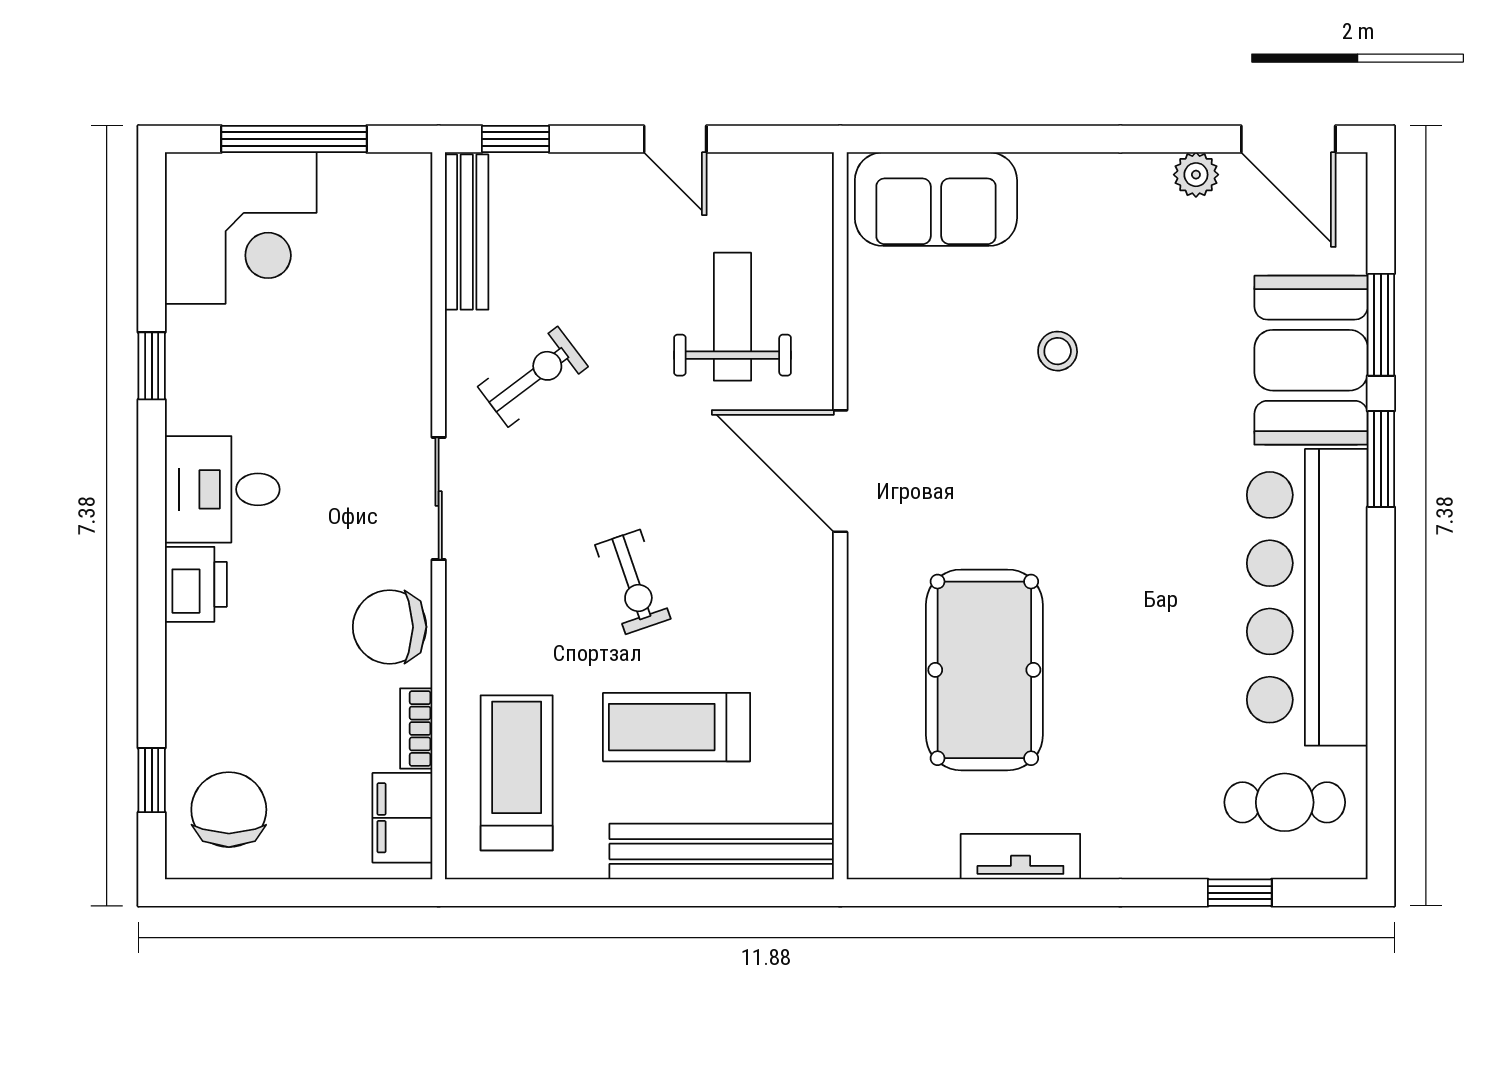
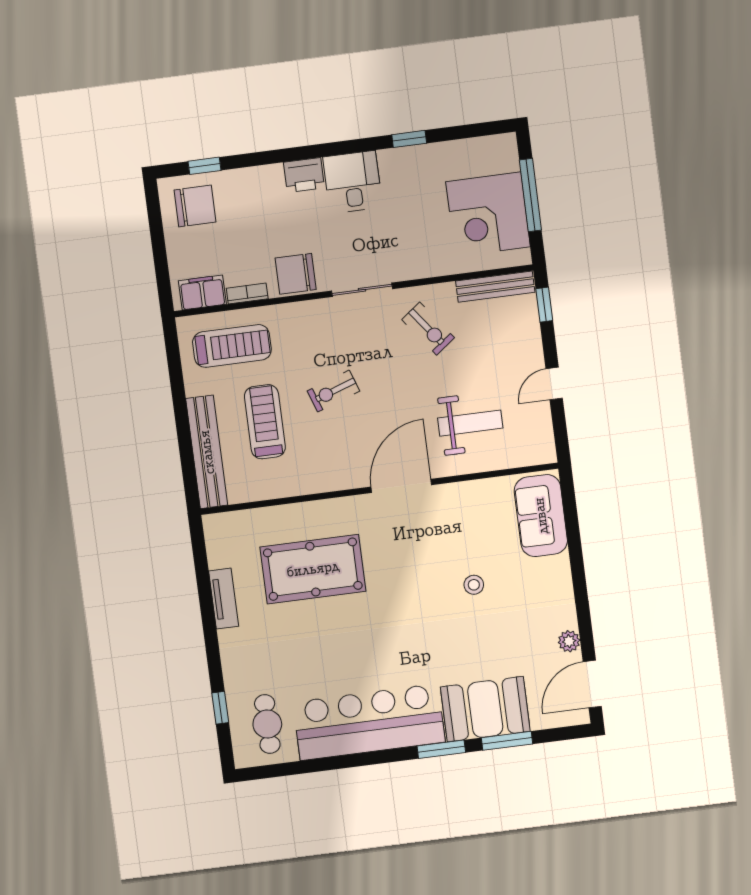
corner desk: (241, 228) -> (488, 214), moved
chair: (390, 627) -> (296, 274), turned -90

